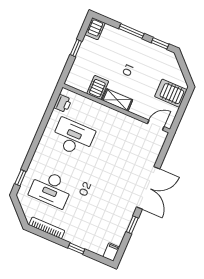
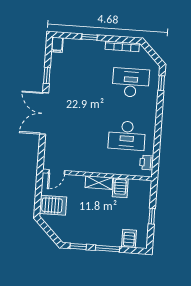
server rack: (95, 29) -> (129, 239), moved

